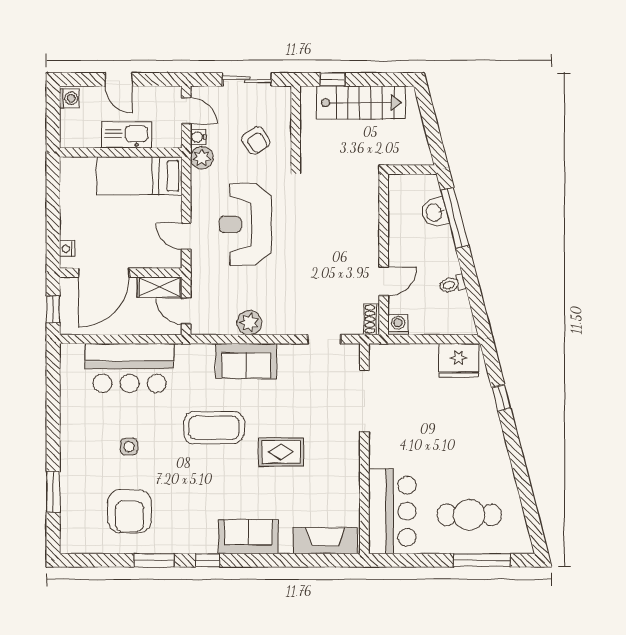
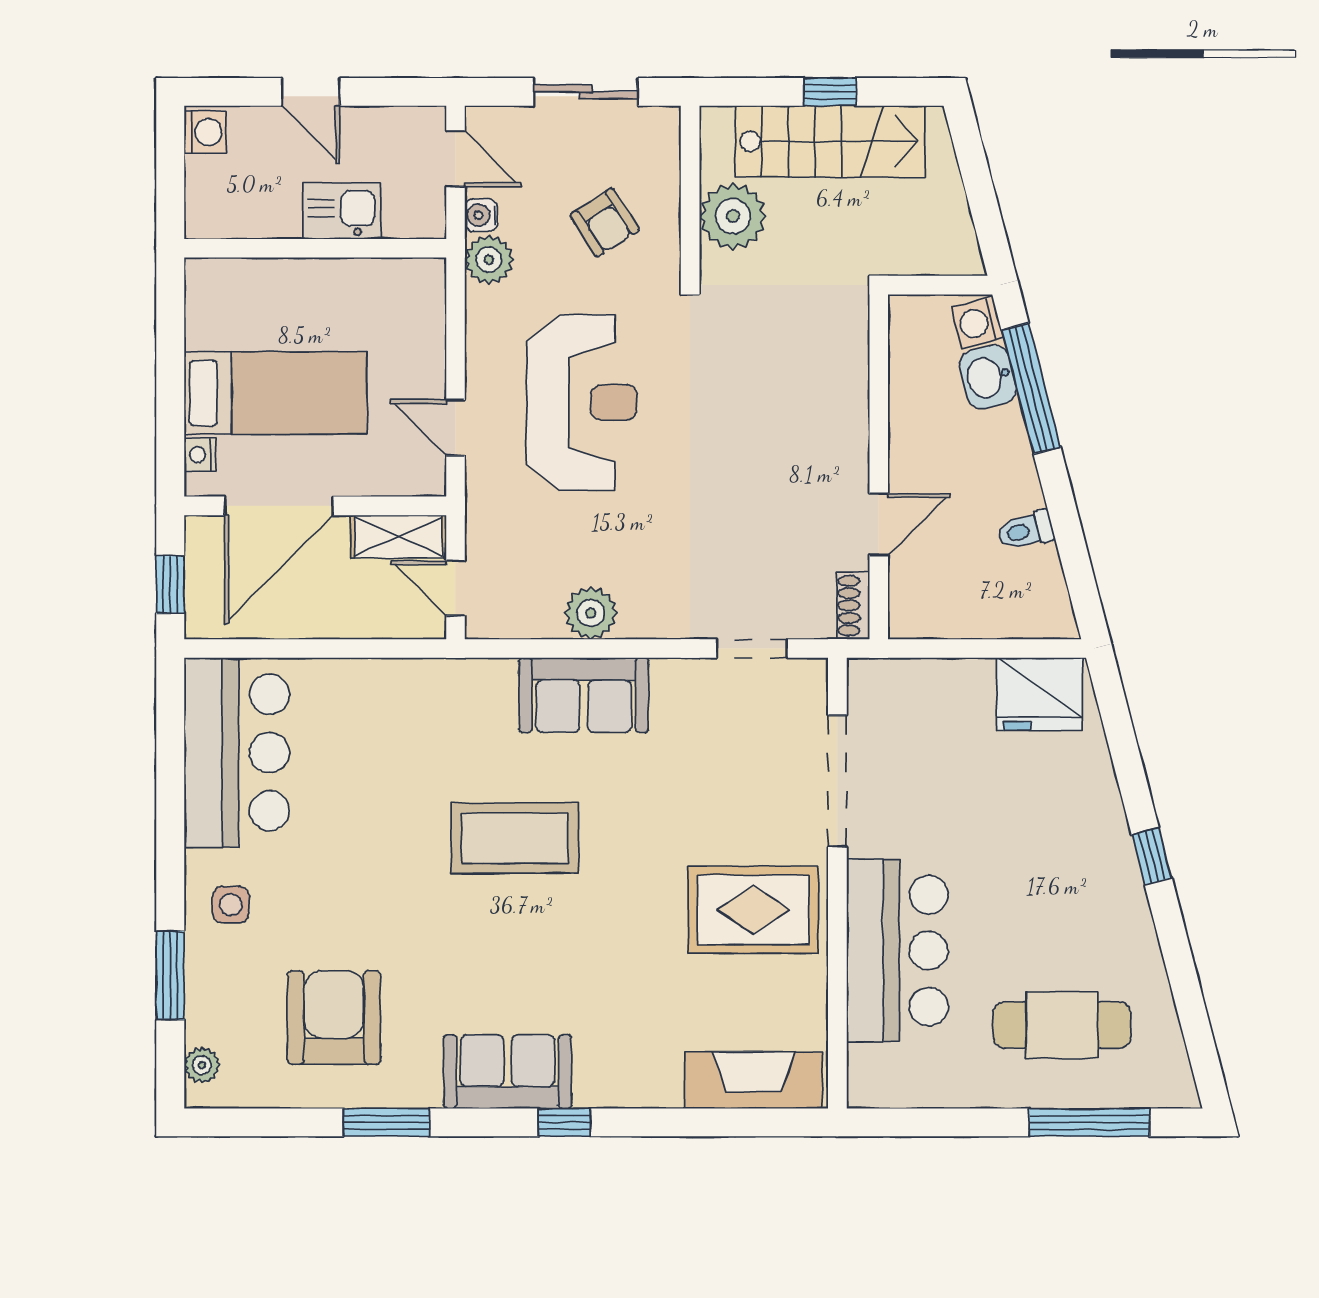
window: (332, 79) -> (830, 92), moved
kitchen sink: (127, 135) -> (342, 211), width x0.73
plant: (316, 137) -> (733, 216), added
bed: (139, 176) -> (275, 393), moved, turned 180
reception desk: (245, 224) -> (582, 402), turned 180
washing machine: (398, 325) -> (977, 323), moved, turned -104
bar counter: (130, 368) -> (237, 753), moved, turned -90
window: (501, 398) -> (1152, 856), moved
side table: (129, 447) -> (231, 905), moved
rug: (281, 452) -> (753, 910), moved, width x1.36, depth x1.43
armchair: (129, 511) -> (334, 1017), turned 180
bar counter: (392, 511) -> (897, 951), moved
plant: (68, 534) -> (202, 1065), added
sofa: (248, 537) -> (508, 1072), moved
window: (207, 560) -> (564, 1122), moved

